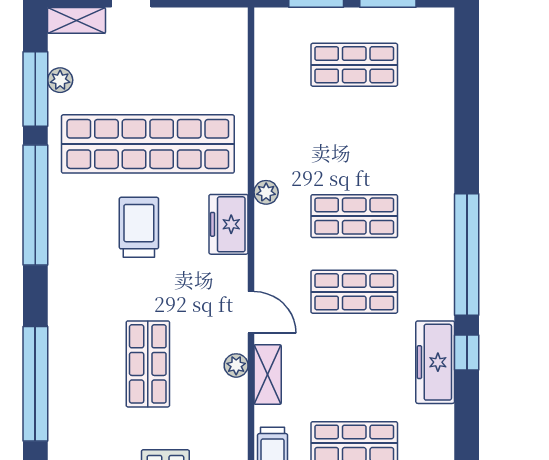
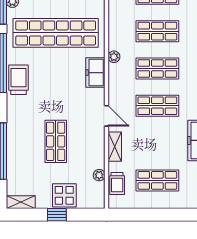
shop shelf: (354, 140) -> (157, 31), added
trolley: (139, 227) -> (19, 80), moved
plant: (236, 365) -> (99, 175), moved

